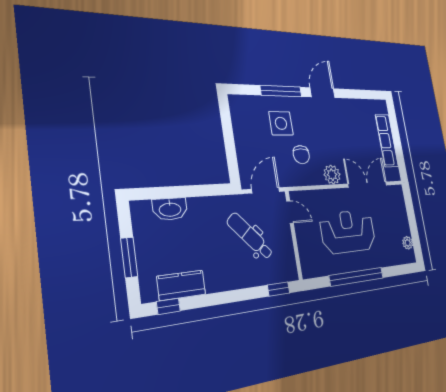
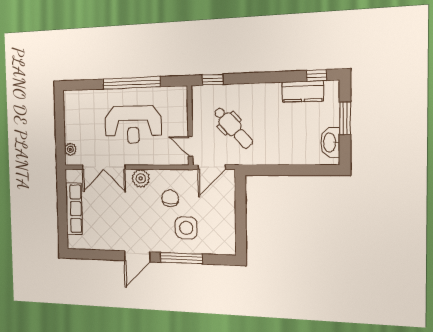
washbasin: (170, 209) -> (330, 143), moved, turned -90
plant: (408, 243) -> (70, 149), moved

